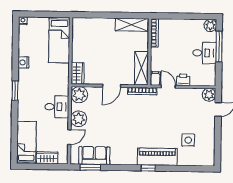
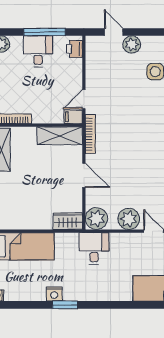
window: (219, 47) -> (44, 32), moved
printer: (183, 80) -> (74, 49), moved
window: (15, 91) -> (65, 305), moved
plant: (209, 95) -> (132, 45), moved
desk: (57, 107) -> (94, 248), moved

